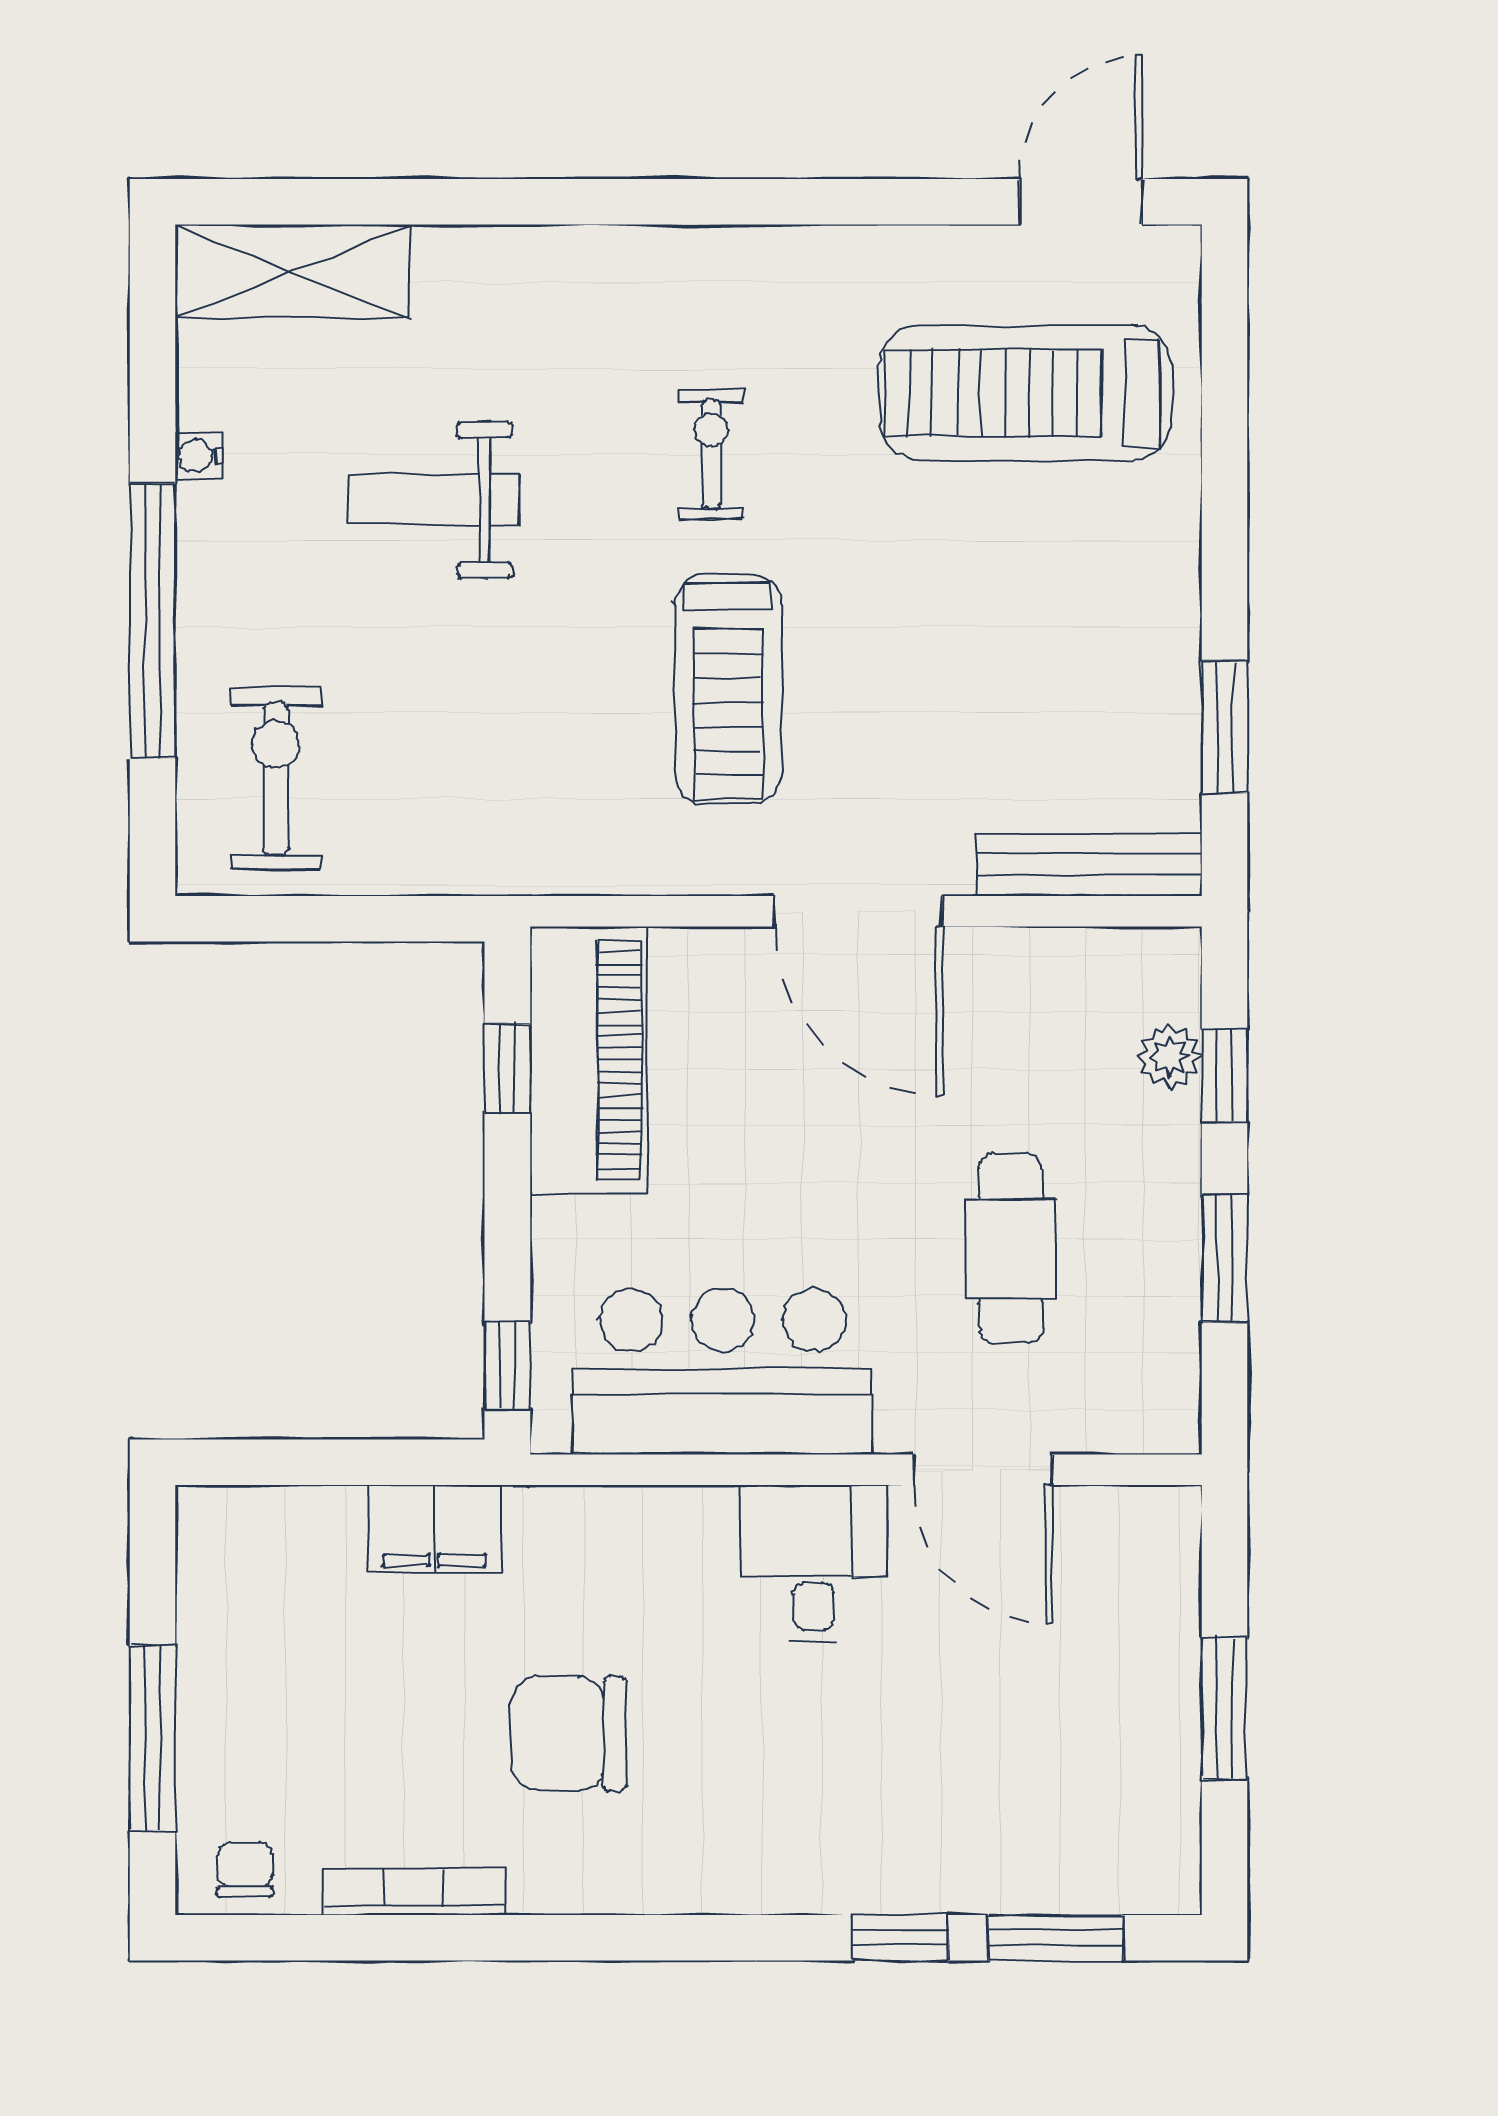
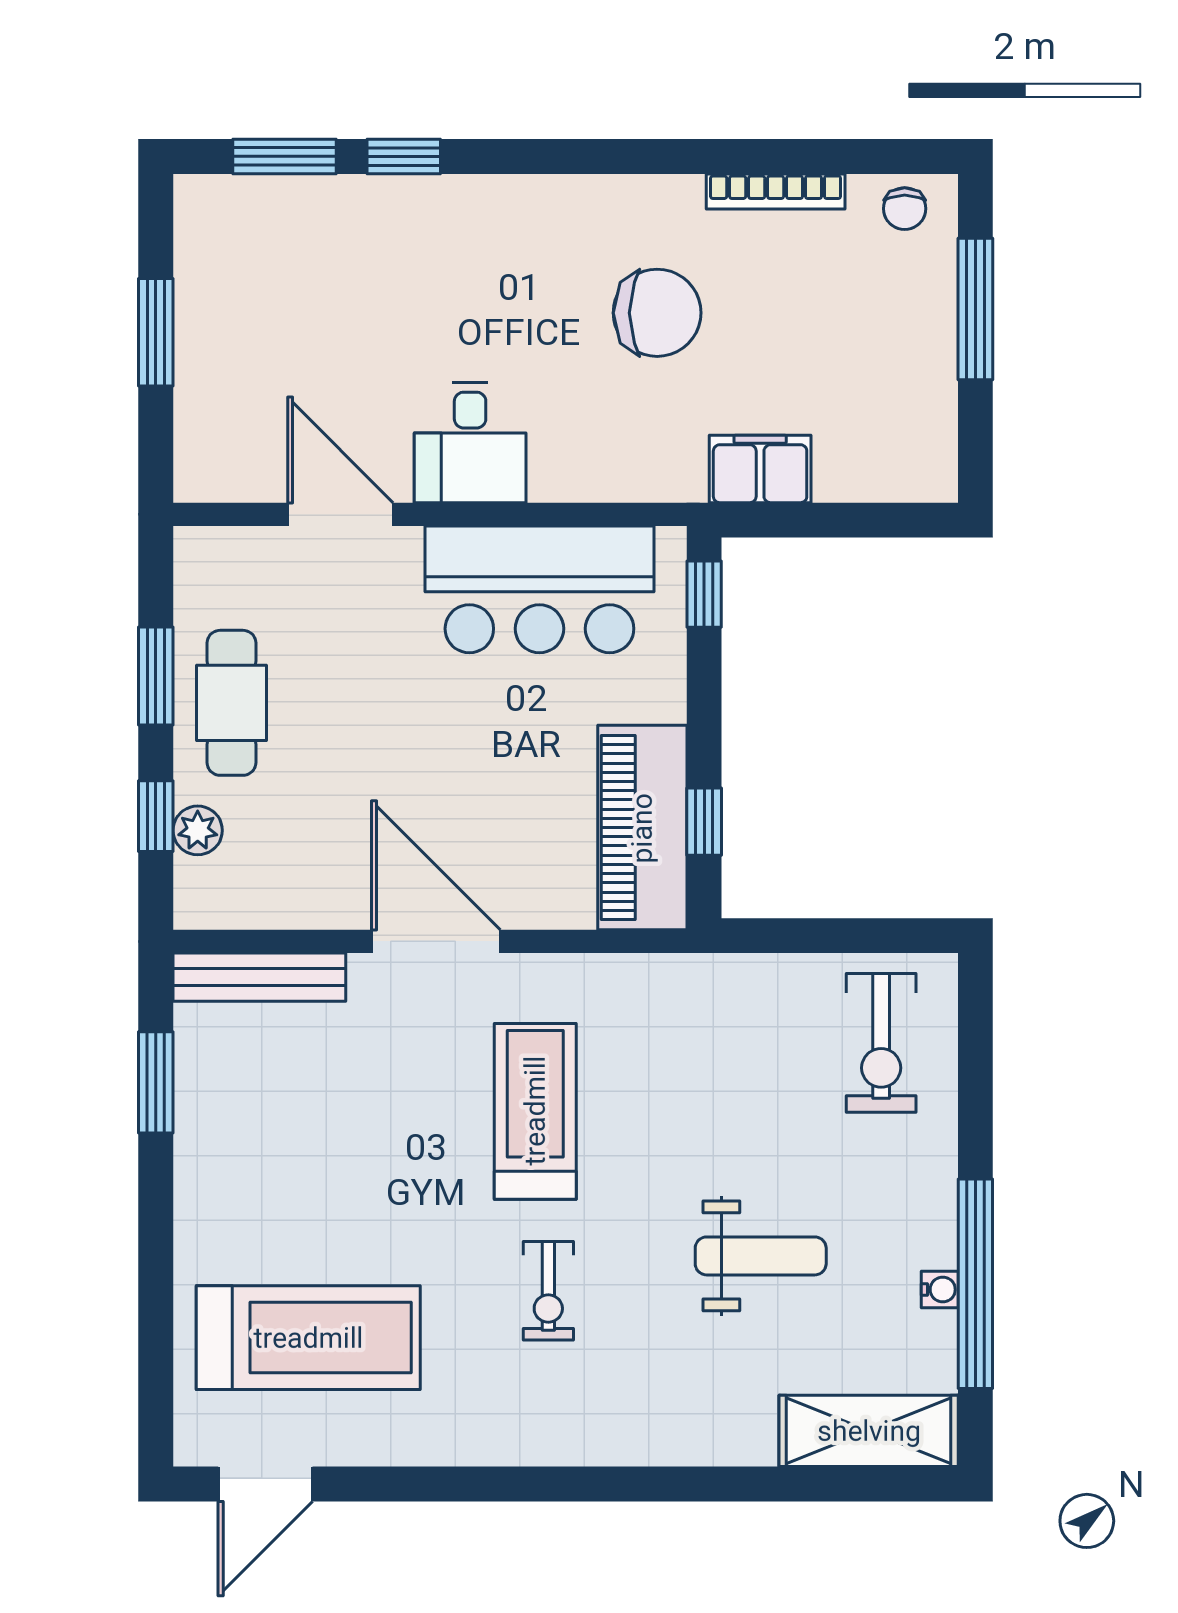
window: (153, 621) -> (975, 1284), moved
cafe table: (1011, 1248) -> (232, 703), moved

